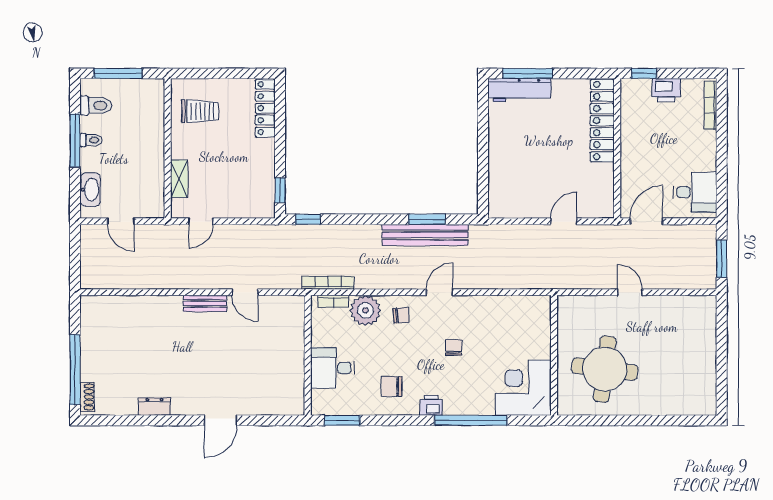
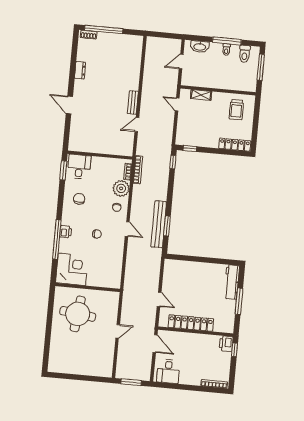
window: (528, 73) -> (239, 301), moved
printer: (666, 90) -> (226, 344), moved
locker: (602, 121) -> (191, 323), moved
desk: (333, 368) -> (79, 167), moved
printer: (431, 405) -> (66, 232), moved

